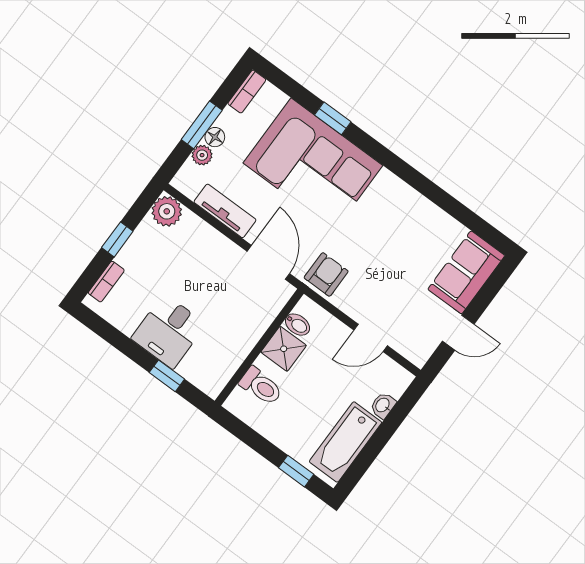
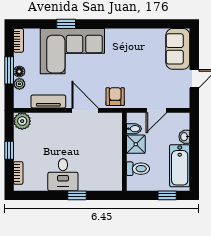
bidet: (297, 325) -> (134, 129), moved
wall: (259, 347) -> (124, 152), moved
shower: (284, 349) -> (136, 144), moved
toilet: (261, 386) -> (138, 169), moved

